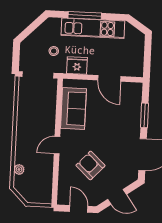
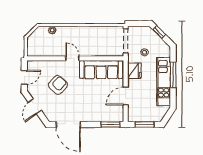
window: (28, 31) -> (159, 32), added
window: (147, 56) -> (144, 124), added
sofa: (73, 109) -> (101, 70), width x1.36
window: (144, 115) -> (110, 124), moved

